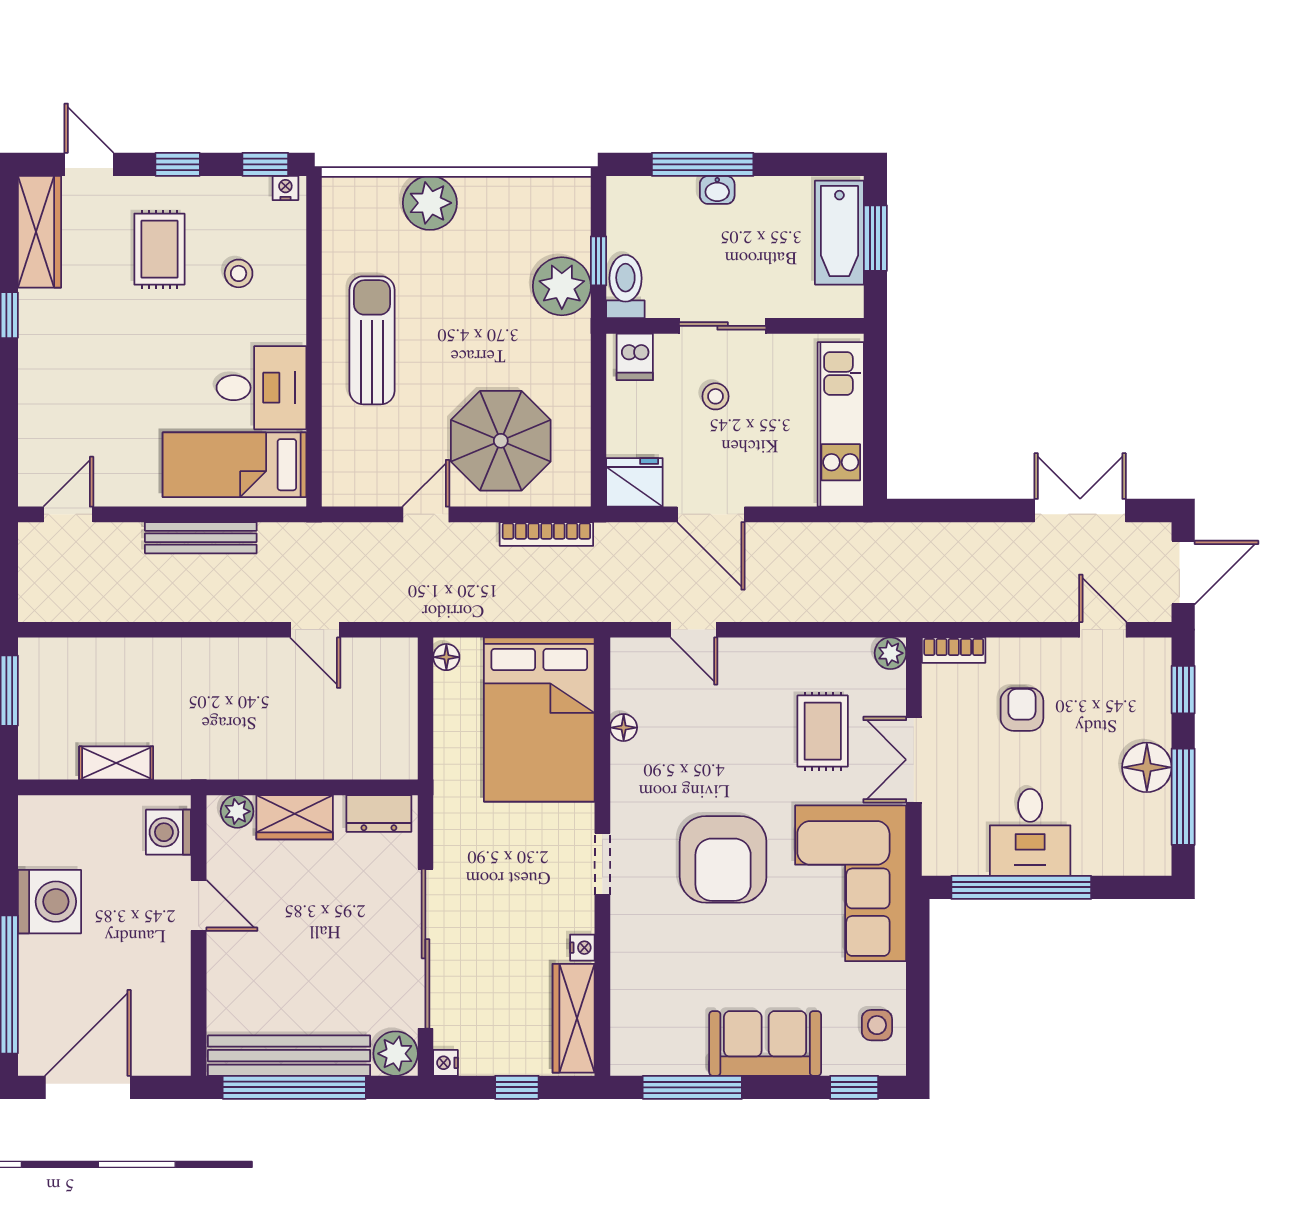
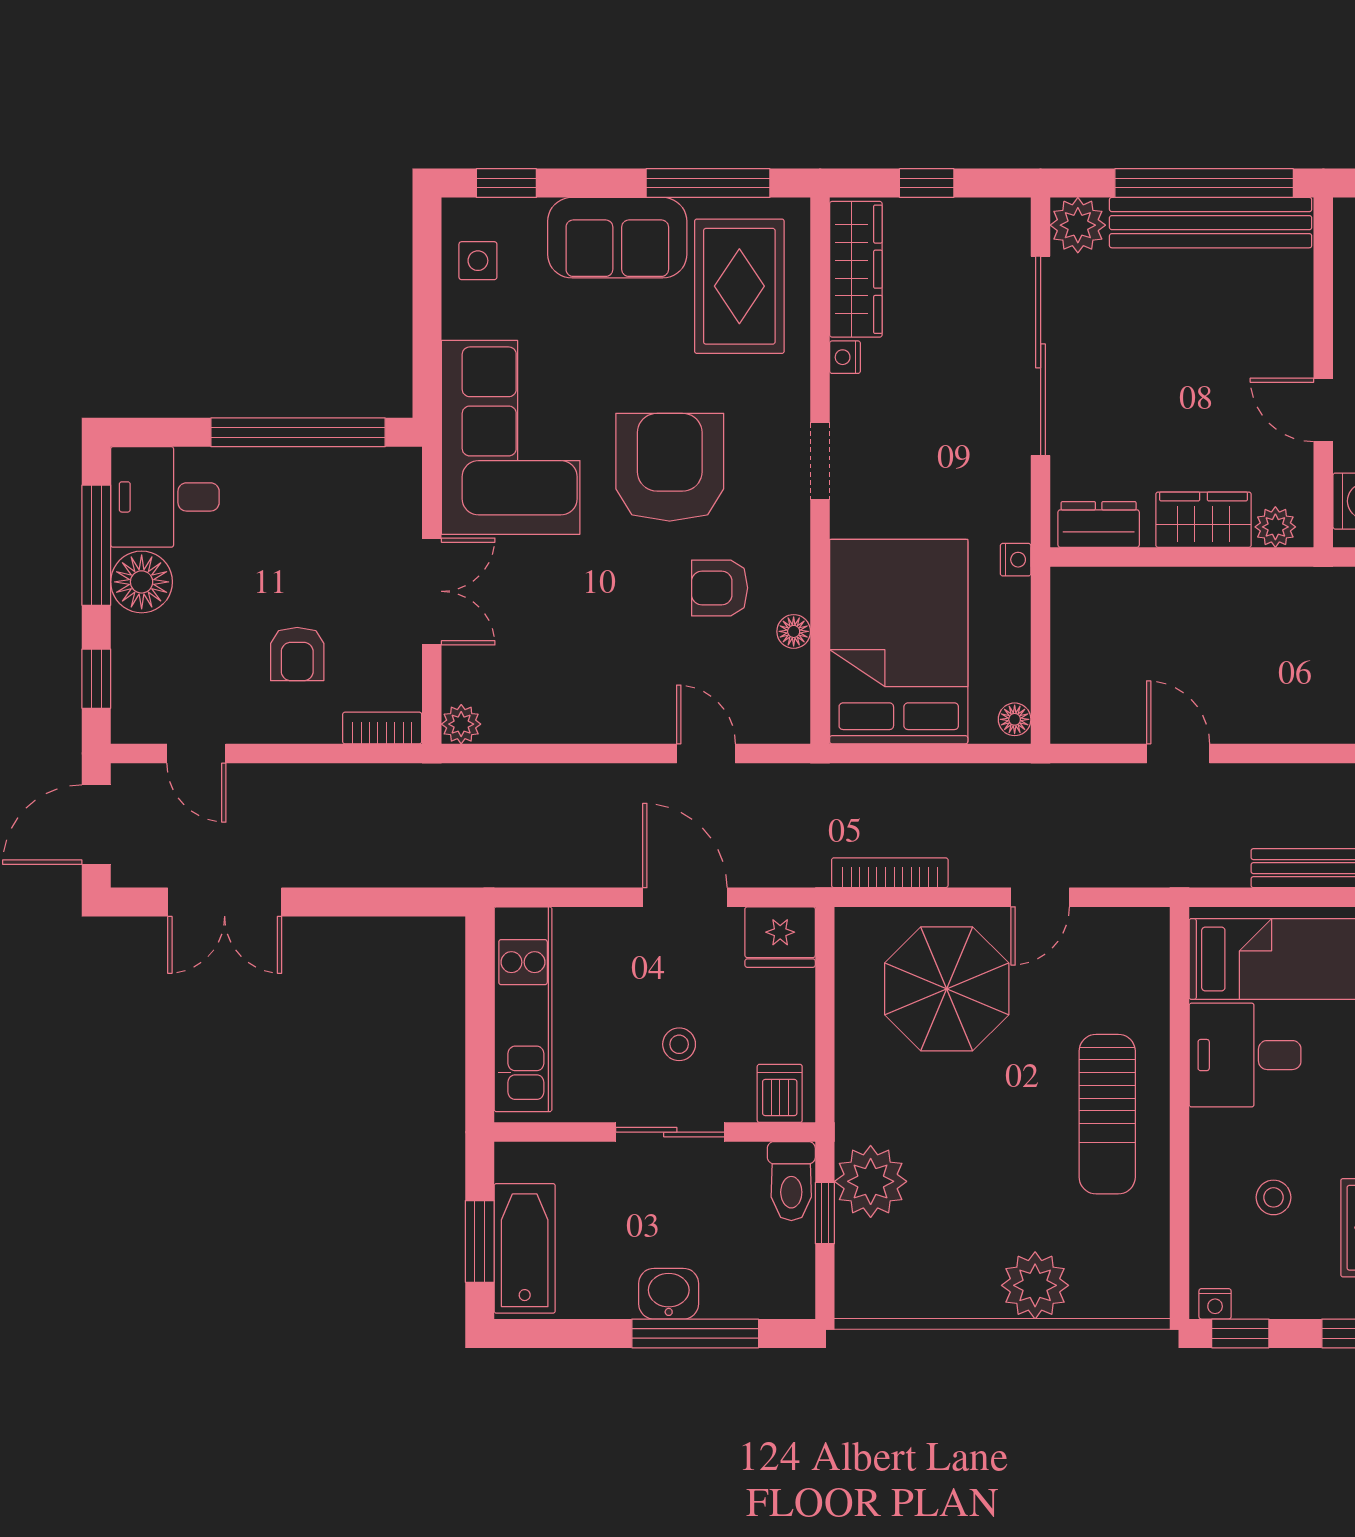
washbasin: (717, 190) -> (669, 1294), width x1.38, depth x1.45
rug: (823, 731) -> (739, 286), moved, width x1.36, depth x1.43
armchair: (683, 762) -> (720, 588), added
desk: (1030, 832) -> (165, 497), moved, turned -90
nightstand: (445, 1063) -> (1016, 560), moved

